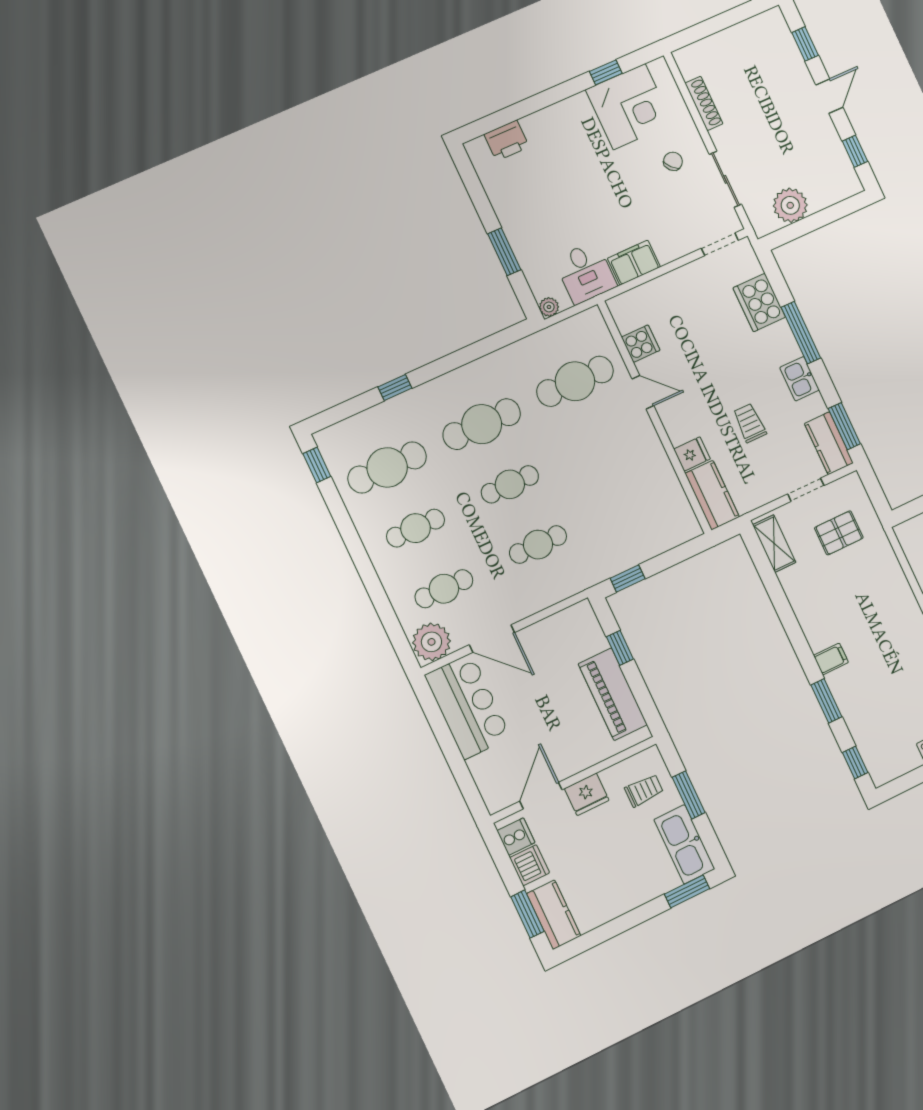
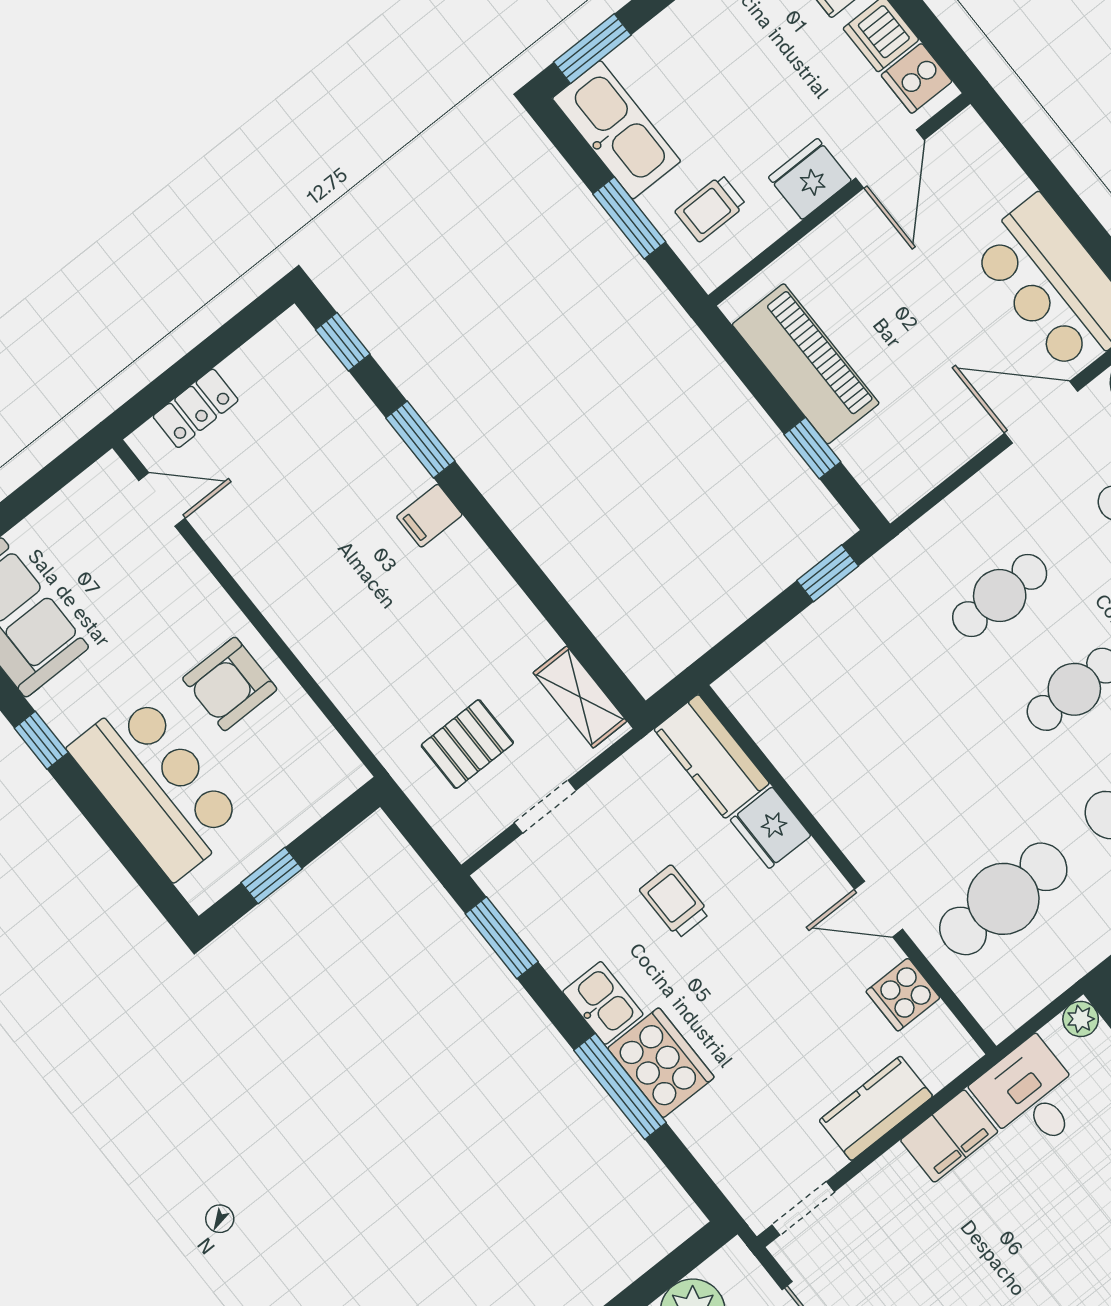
cooker: (759, 303) -> (661, 1063), moved
trolley: (750, 423) -> (675, 901), turned 180
kitchen counter: (829, 443) -> (876, 1108), moved, turned -90
fridge: (692, 454) -> (771, 828), width x1.38

